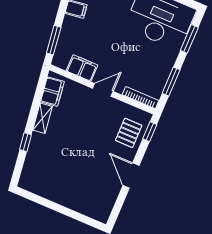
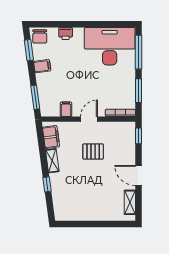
window: (189, 39) -> (138, 52), width x1.44
filing cabinet: (82, 68) -> (66, 109), width x0.50
pallet: (129, 133) -> (93, 152), moved, turned 90
shelving: (109, 201) -> (130, 202), added

